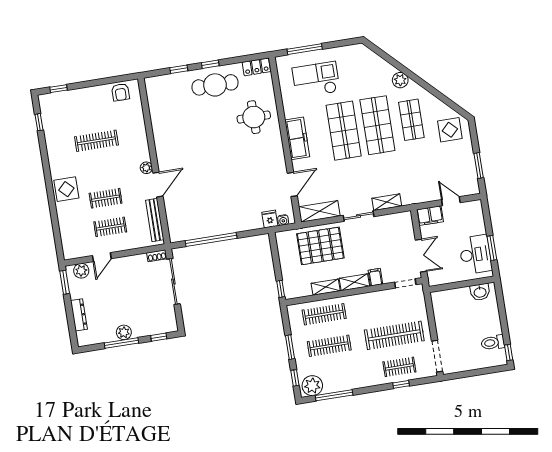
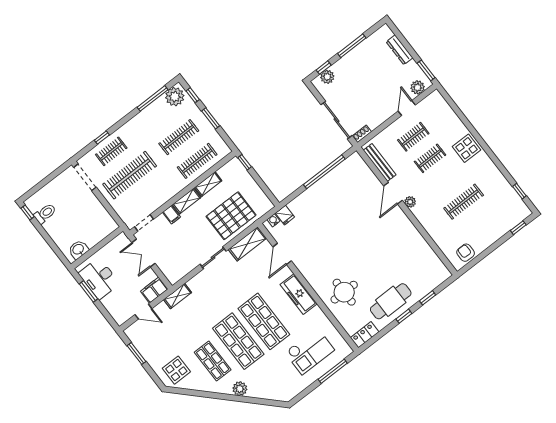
shelving: (387, 202) -> (178, 296), moved
plant: (124, 332) -> (327, 77), moved

